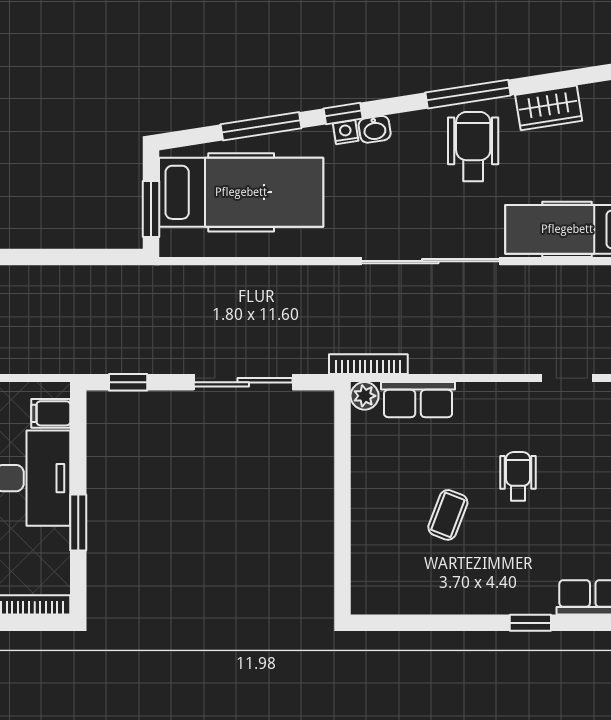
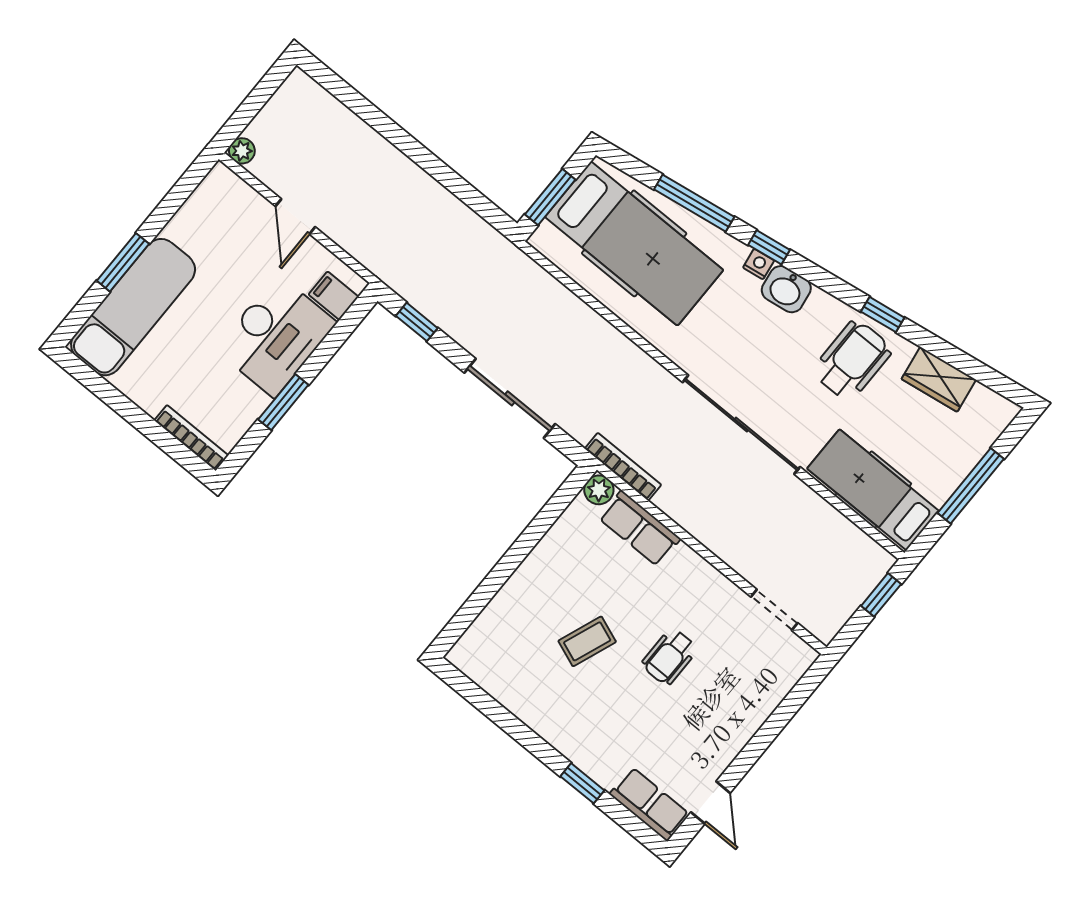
window: (468, 94) -> (883, 315), width x0.46
washbasin: (375, 129) -> (786, 289), width x1.38, depth x1.45
wheelchair: (518, 476) -> (669, 657), turned 180

